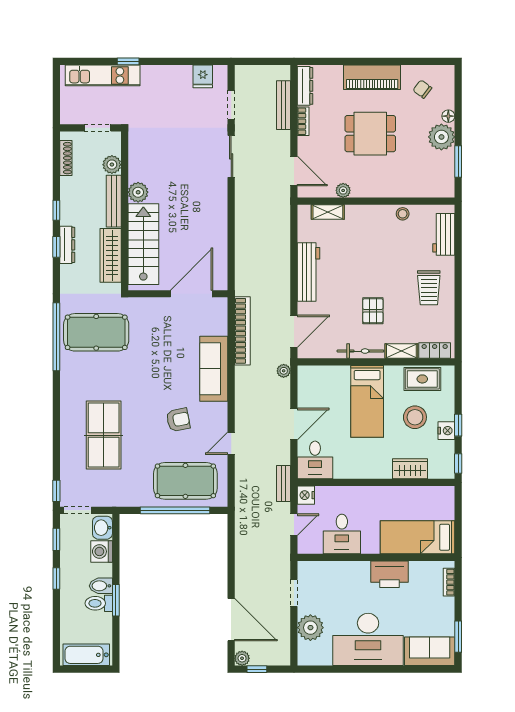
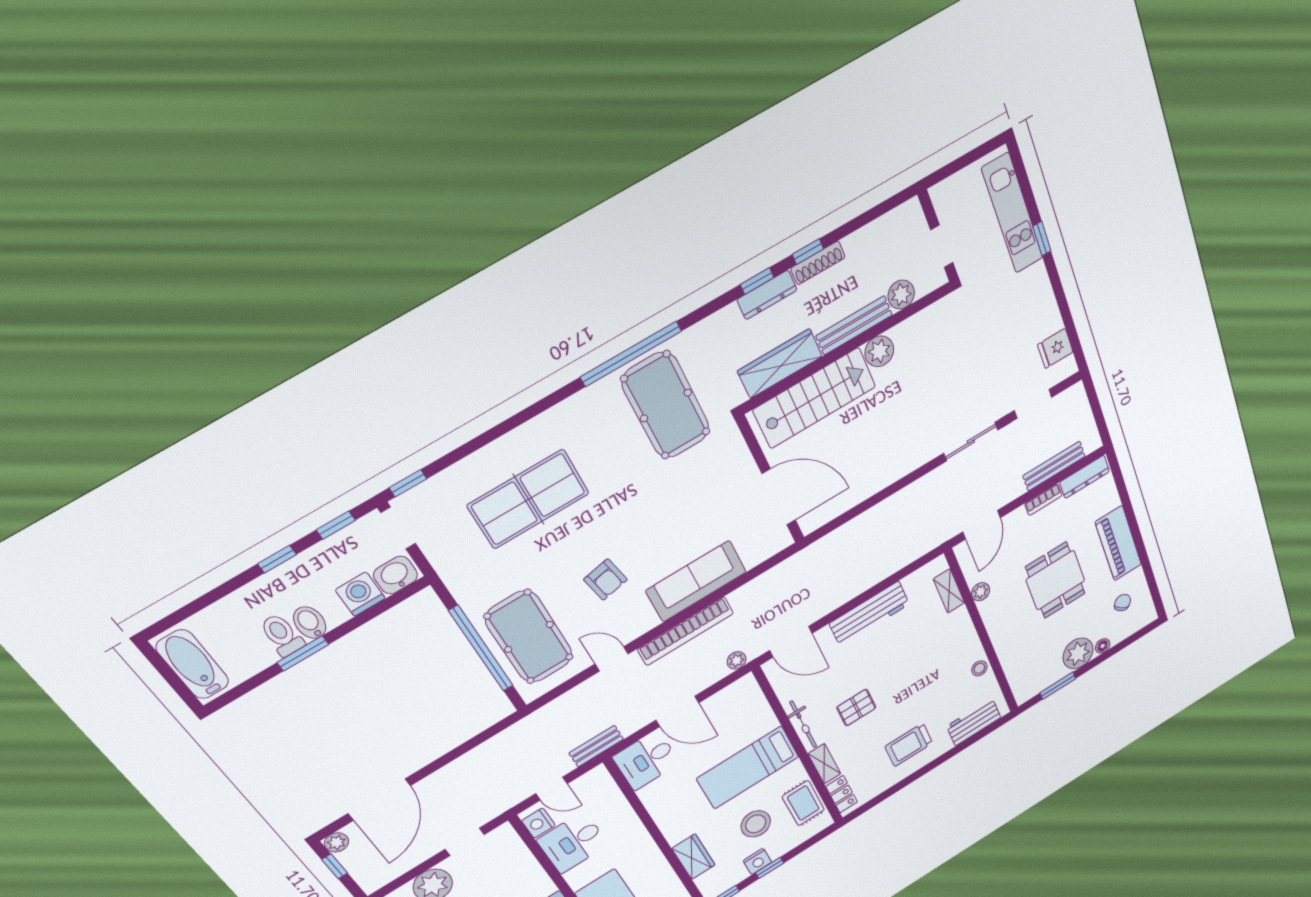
shoe rack: (66, 158) -> (818, 263), moved
bookcase: (242, 331) -> (686, 631), moved
nightstand: (306, 495) -> (538, 823), moved, turned -90

